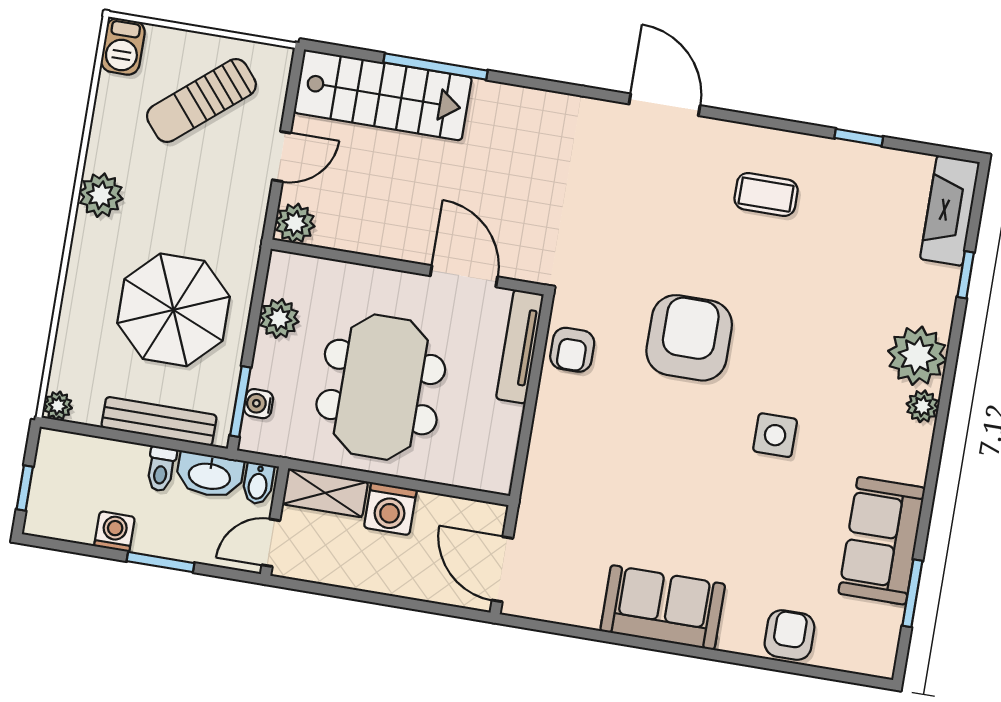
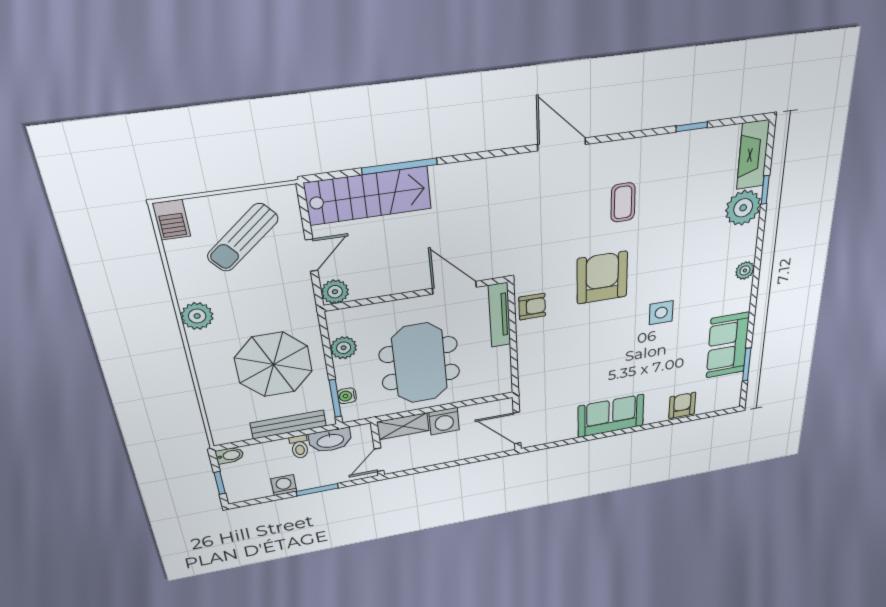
coffee table: (766, 195) -> (623, 202), moved, turned 90
armchair: (572, 350) -> (532, 307), turned -90
plant: (917, 356) -> (743, 208), moved
plant: (58, 406) -> (221, 437), removed
bidet: (258, 484) -> (230, 455), moved, turned -90

